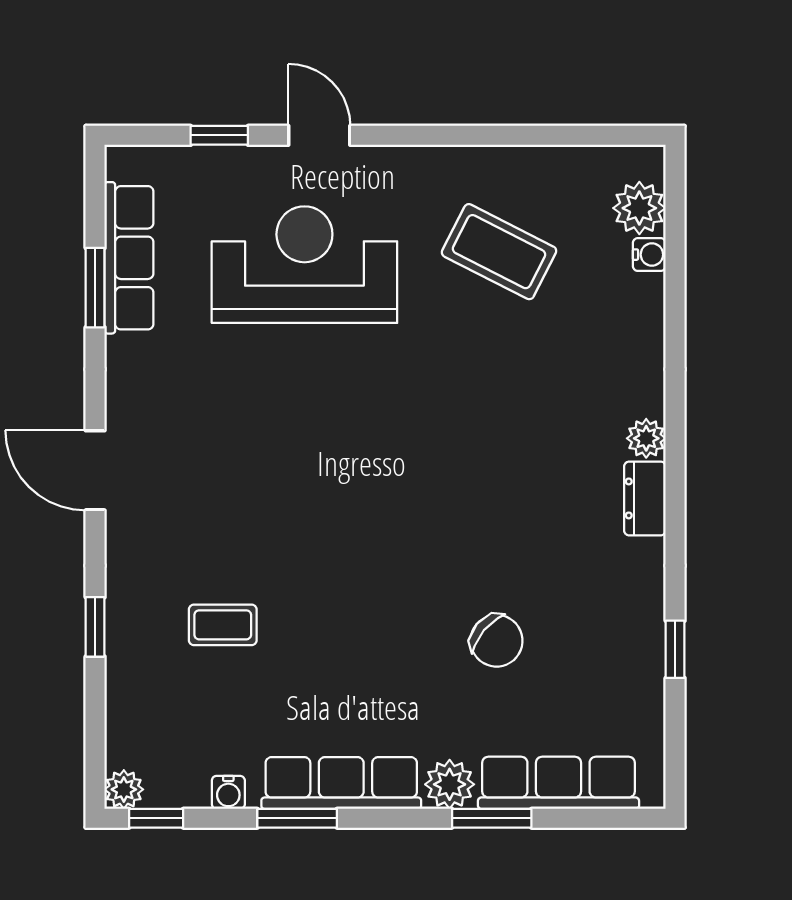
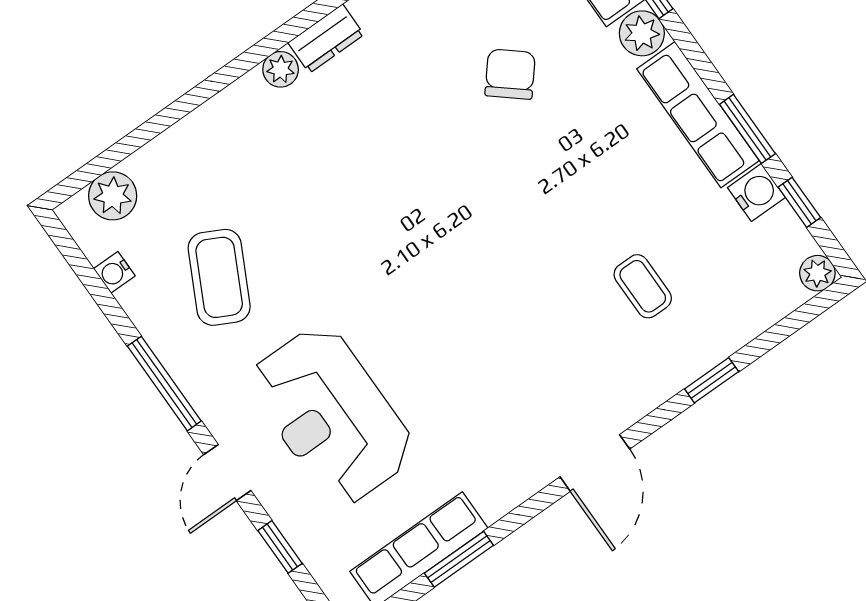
window: (439, 135) -> (164, 384), added
water cooler: (649, 255) -> (114, 272), moved, turned -90
water cooler: (228, 792) -> (756, 192), width x1.38, depth x1.38
window: (156, 818) -> (799, 202), moved

